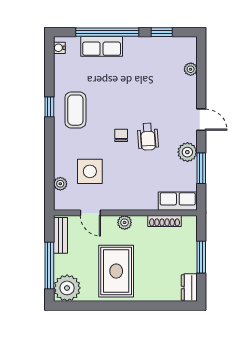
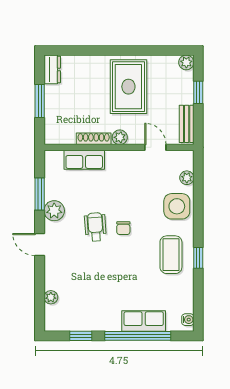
side table: (90, 171) -> (177, 206), moved
row of seats: (178, 201) -> (84, 160), moved
shoe rack: (165, 221) -> (94, 139), moved
window: (49, 265) -> (198, 92), width x0.46
plant: (67, 288) -> (186, 62), width x0.53, depth x0.53

